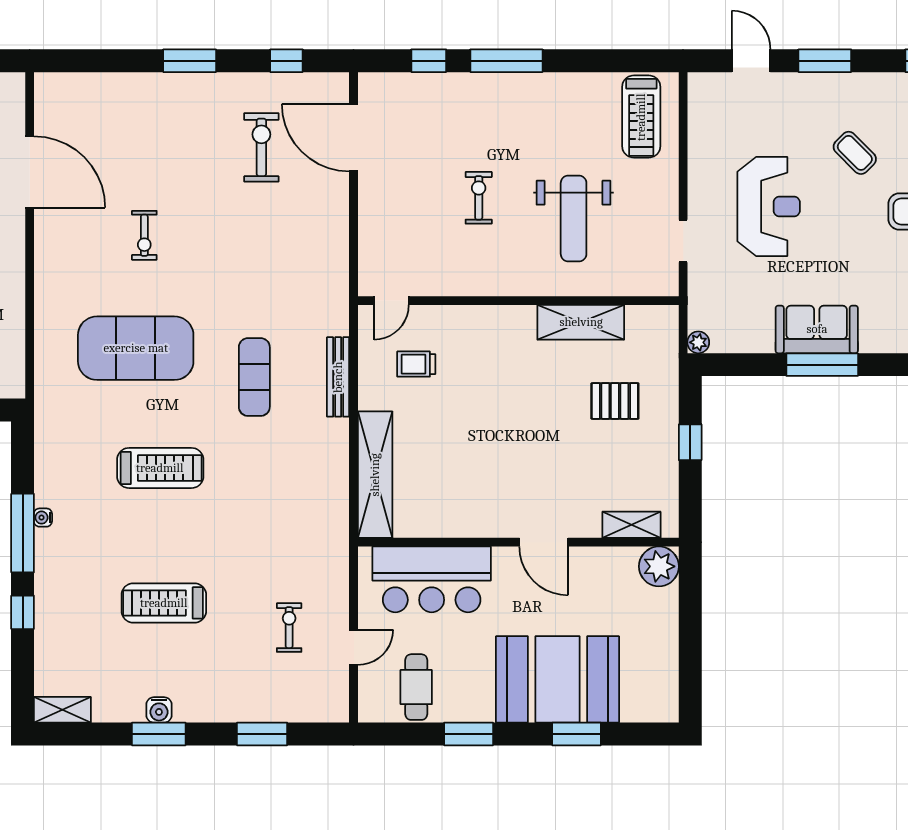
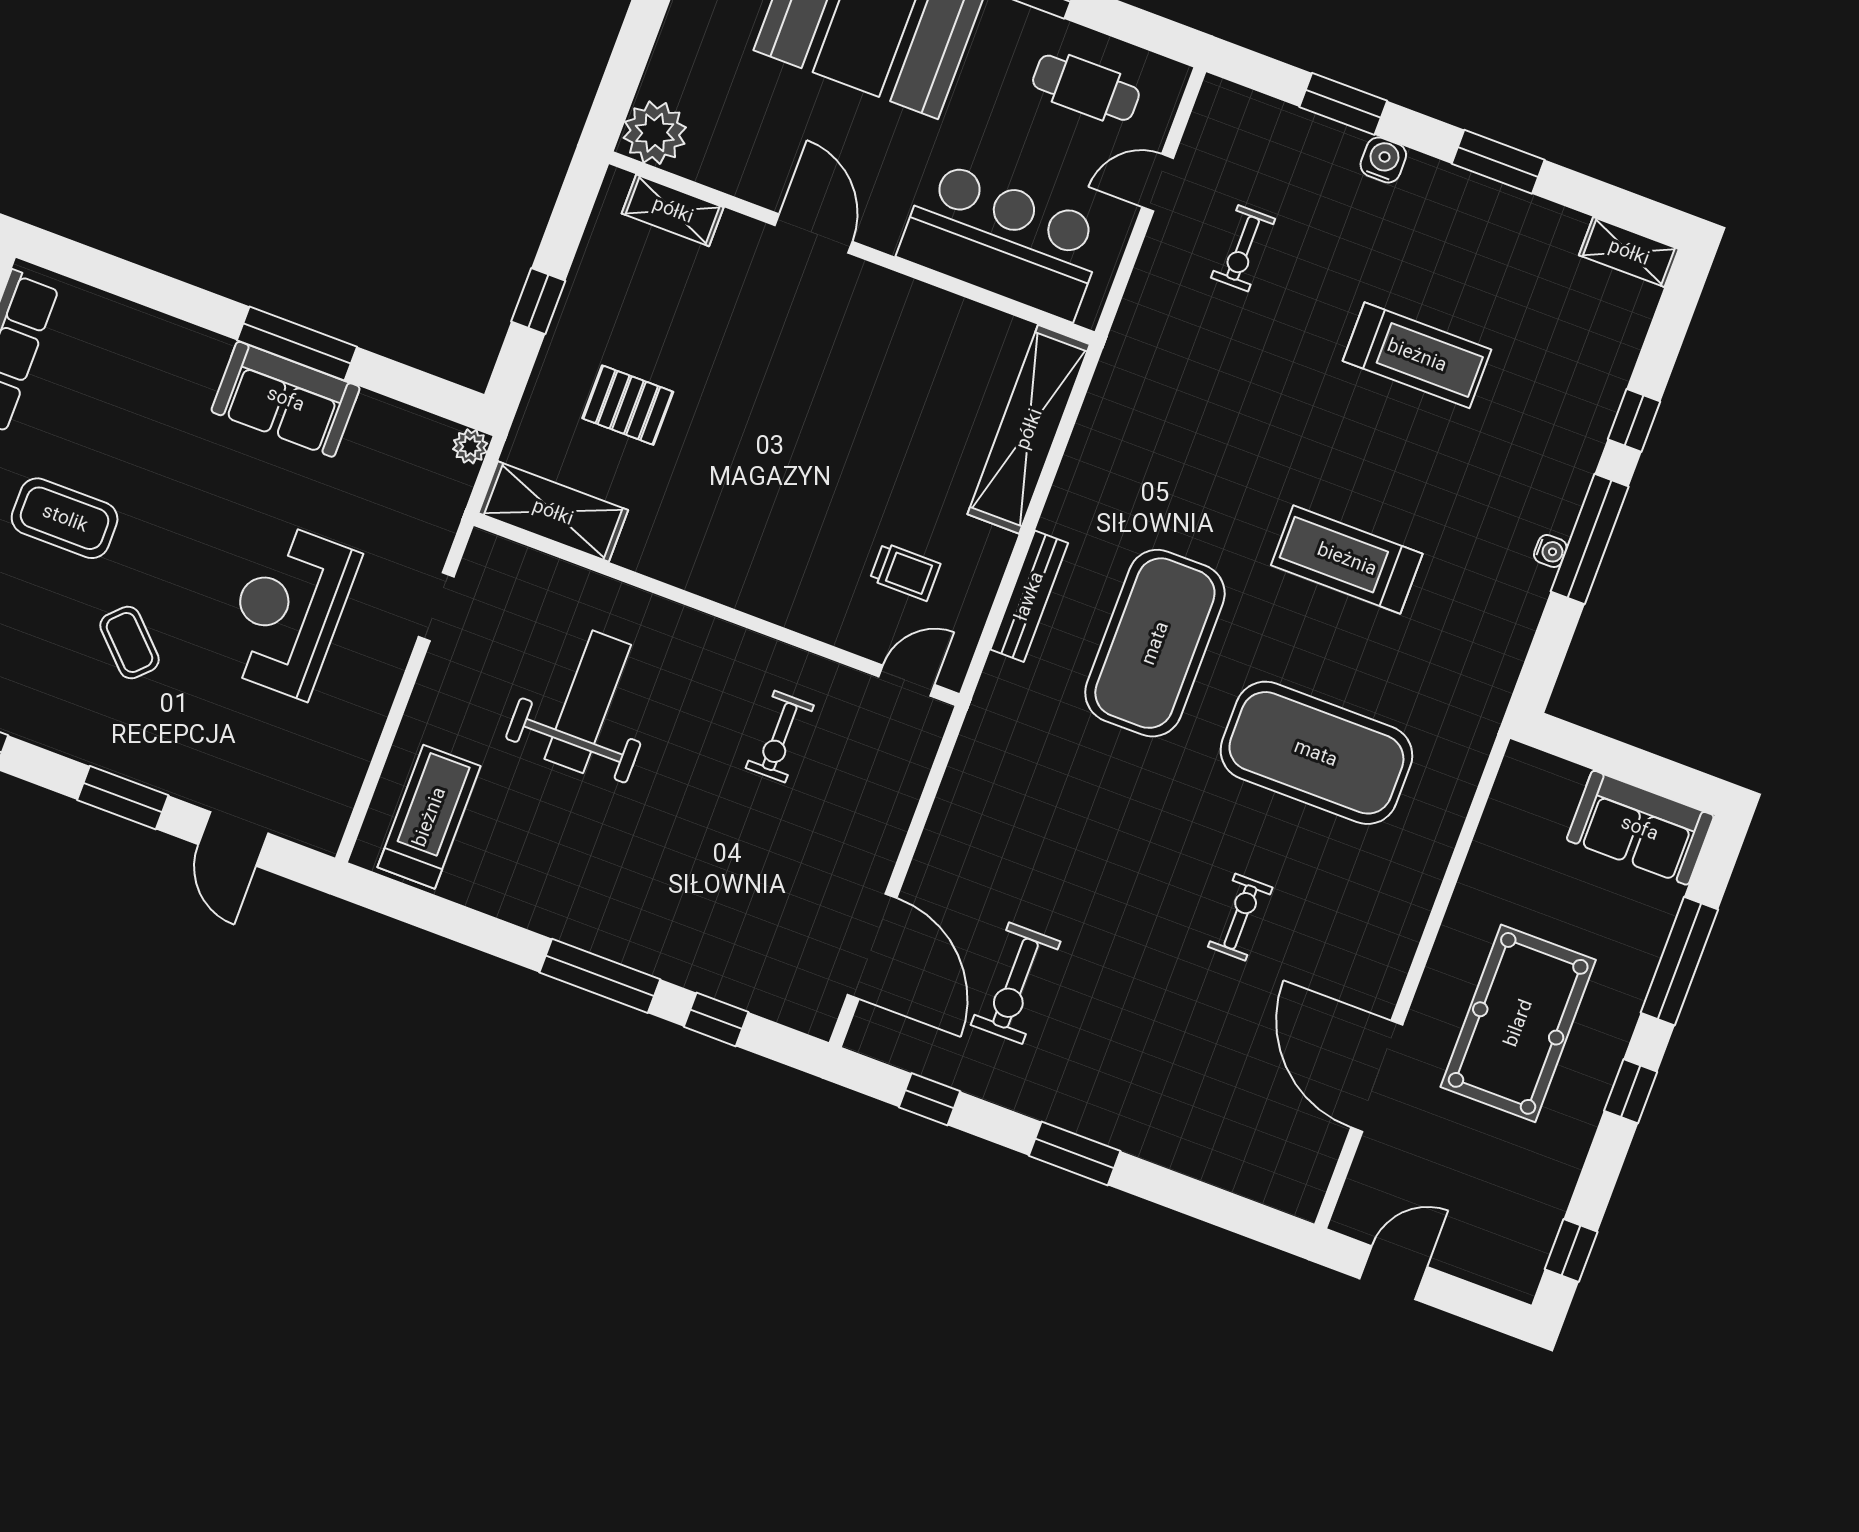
exercise bike: (479, 198) -> (780, 737), moved
shelving: (581, 322) -> (553, 512), moved
exercise mat: (254, 377) -> (1155, 643), width x2.00, depth x1.45
cafe table: (416, 687) -> (1086, 88), turned 90
water cooler: (159, 710) -> (1383, 160), moved

